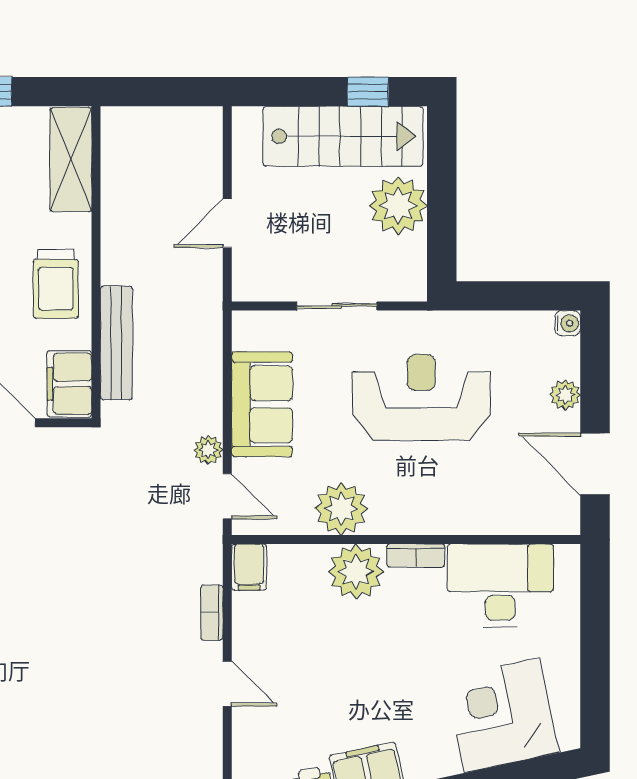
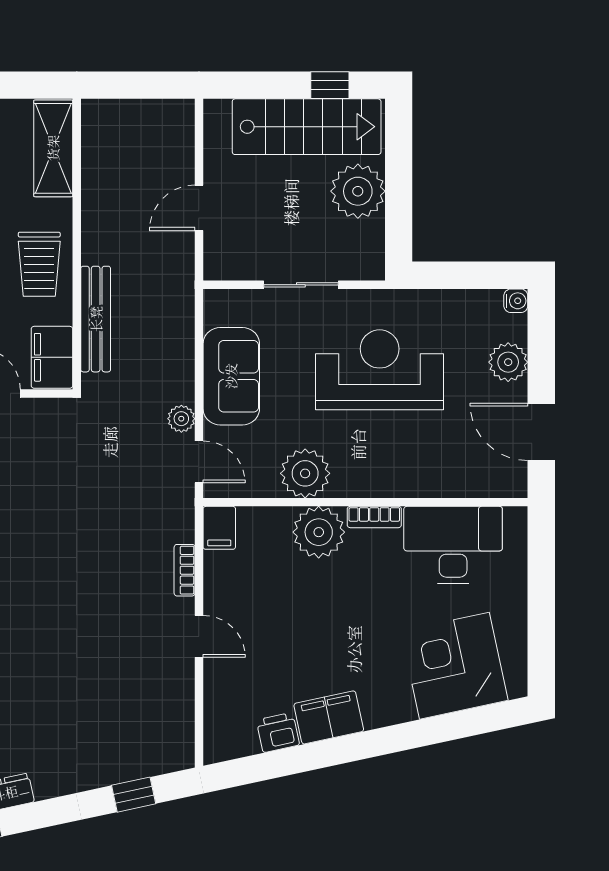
plant: (565, 395) -> (508, 362), width x1.38, depth x1.38

